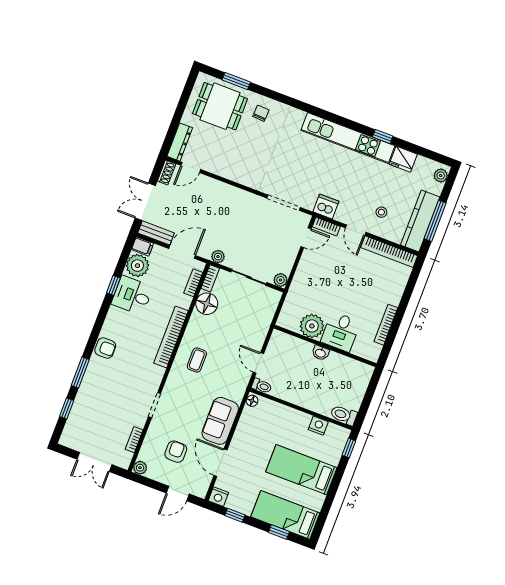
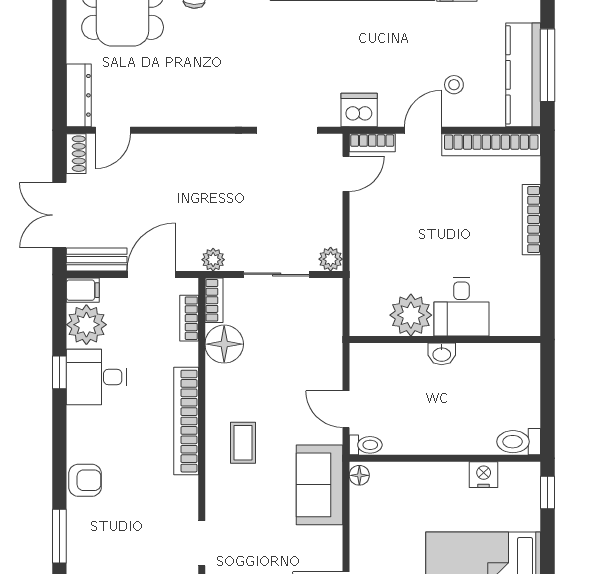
door: (356, 230) -> (423, 130), swing flipped
bookcase: (386, 325) -> (531, 220), moved
sofa: (220, 421) -> (319, 485), moved

